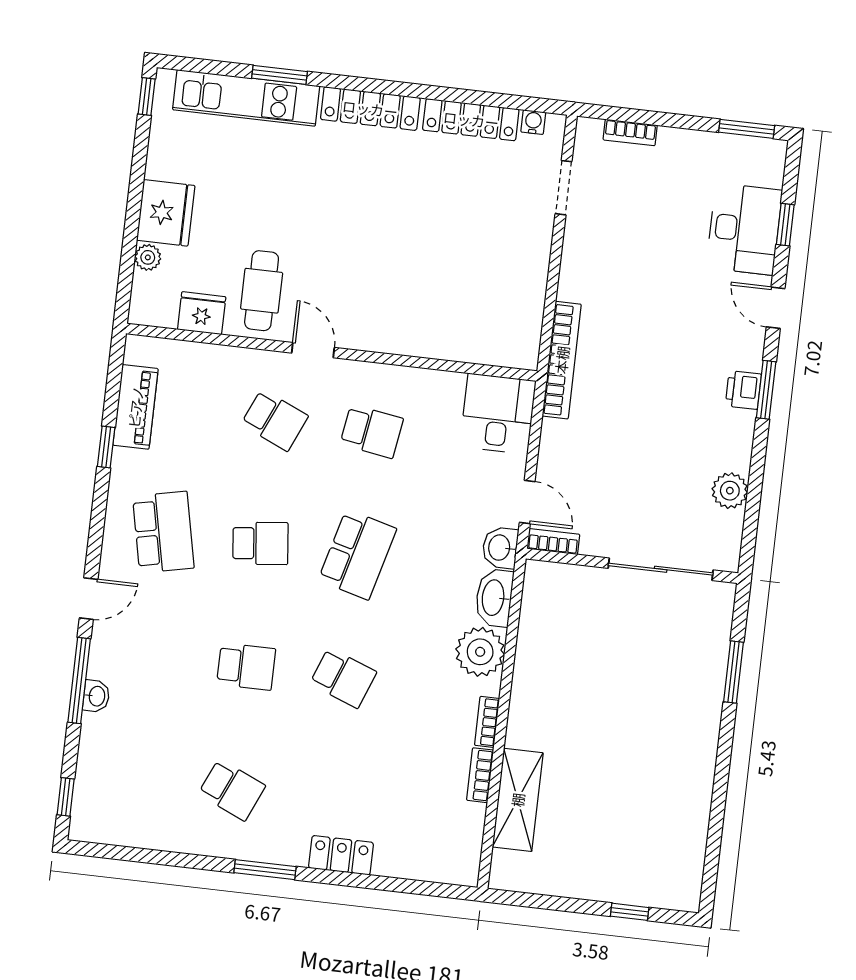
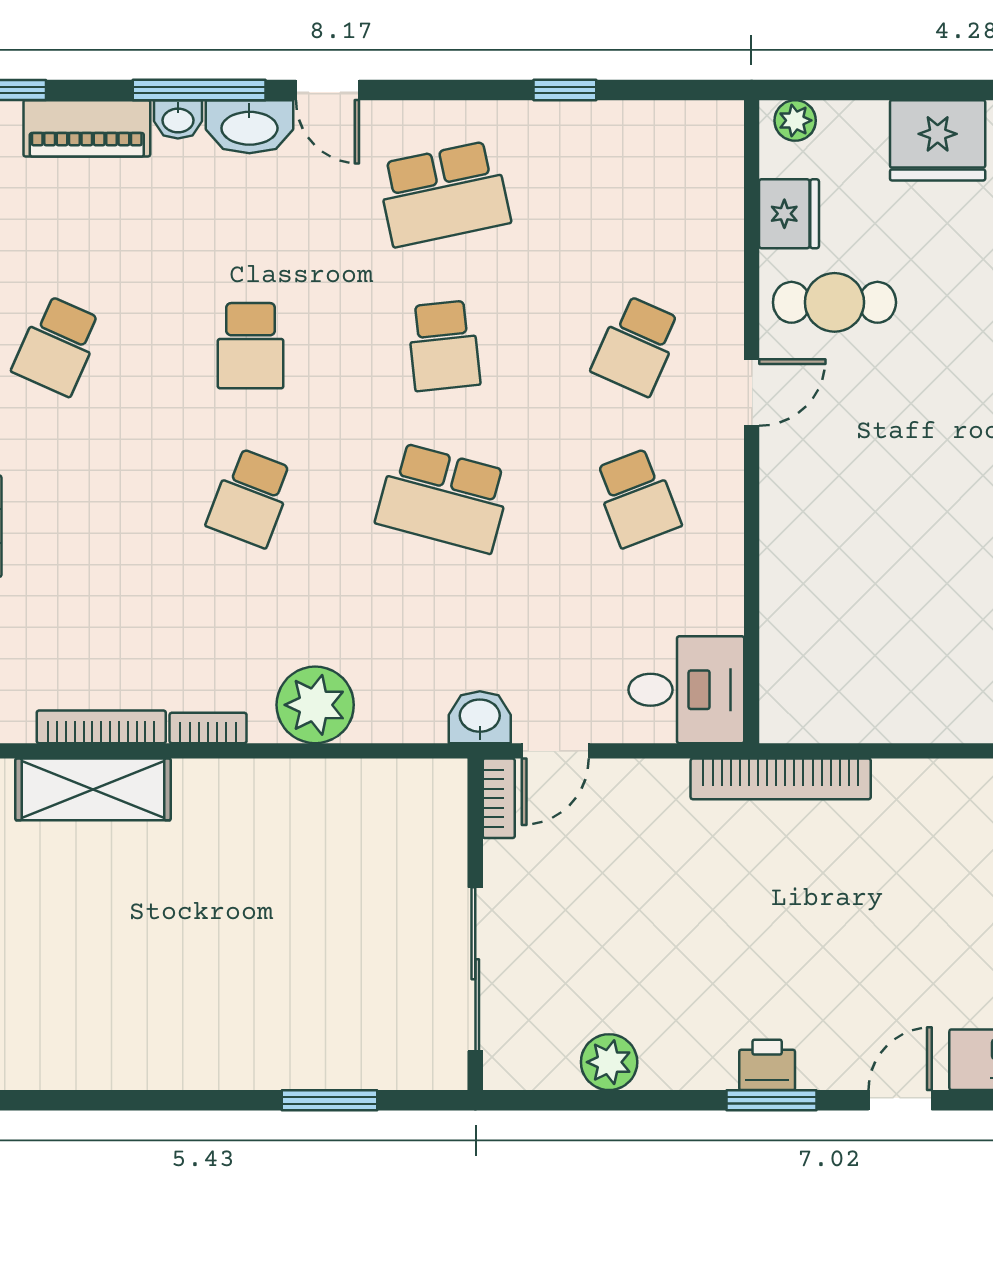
plant: (148, 257) -> (795, 120), moved
piano: (136, 407) -> (87, 128), moved
school desk: (372, 431) -> (637, 498), turned -30
washbasin: (494, 598) -> (249, 127), moved, turned 180
bookcase: (480, 775) -> (101, 727), width x1.56

